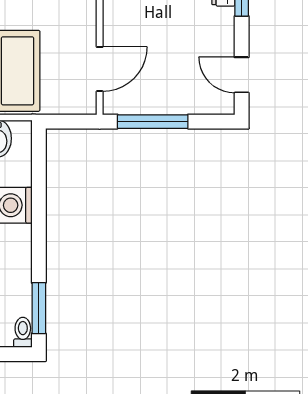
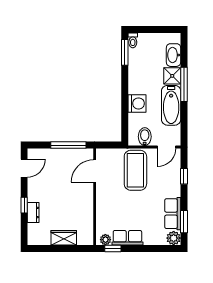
door: (242, 75) -> (24, 168), hinge flipped

